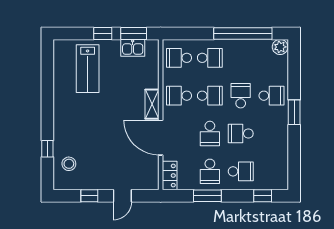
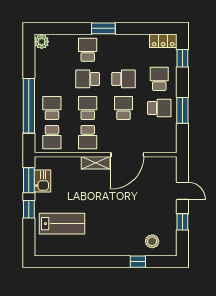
window: (243, 33) -> (29, 106), moved
school desk: (210, 134) -> (123, 108), turned -90
school desk: (241, 134) -> (123, 79), turned -90
locker: (170, 176) -> (163, 41), moved, turned 180

